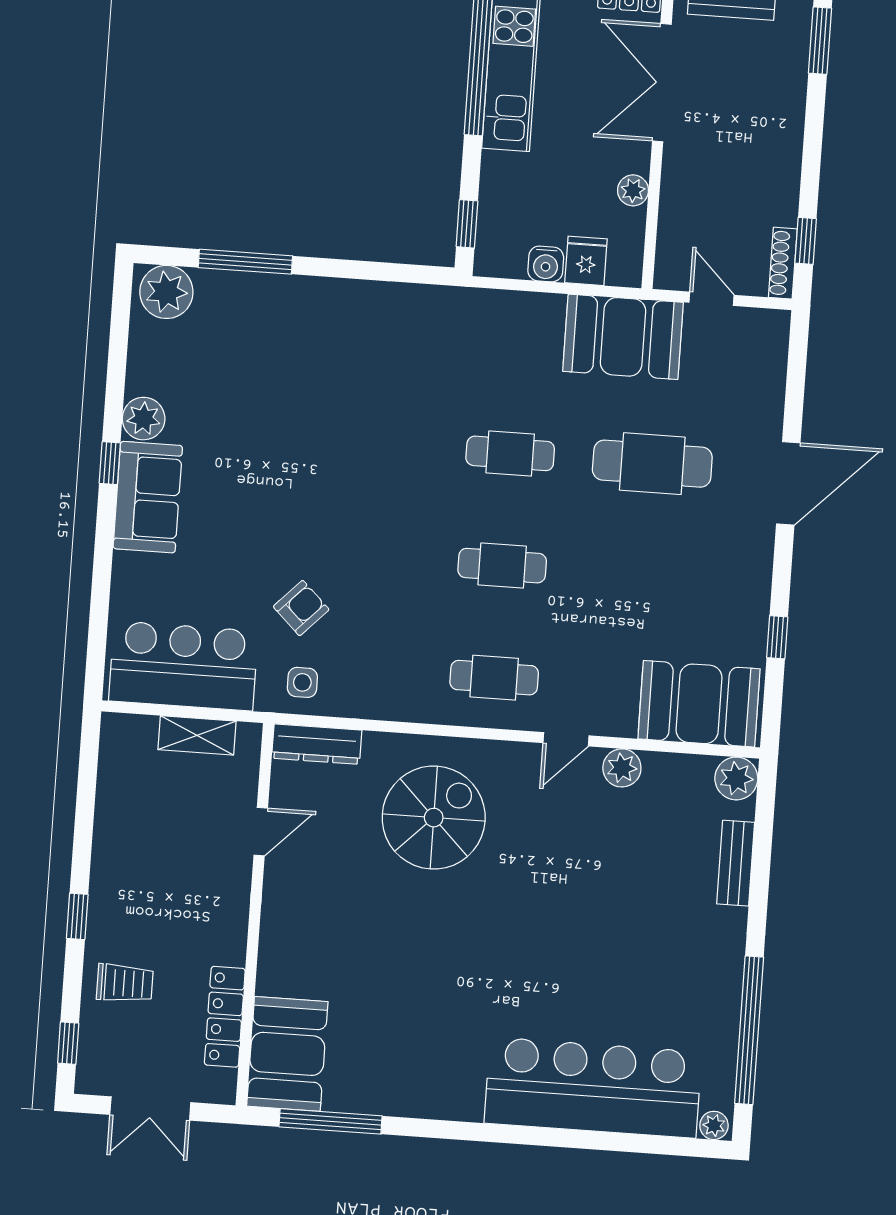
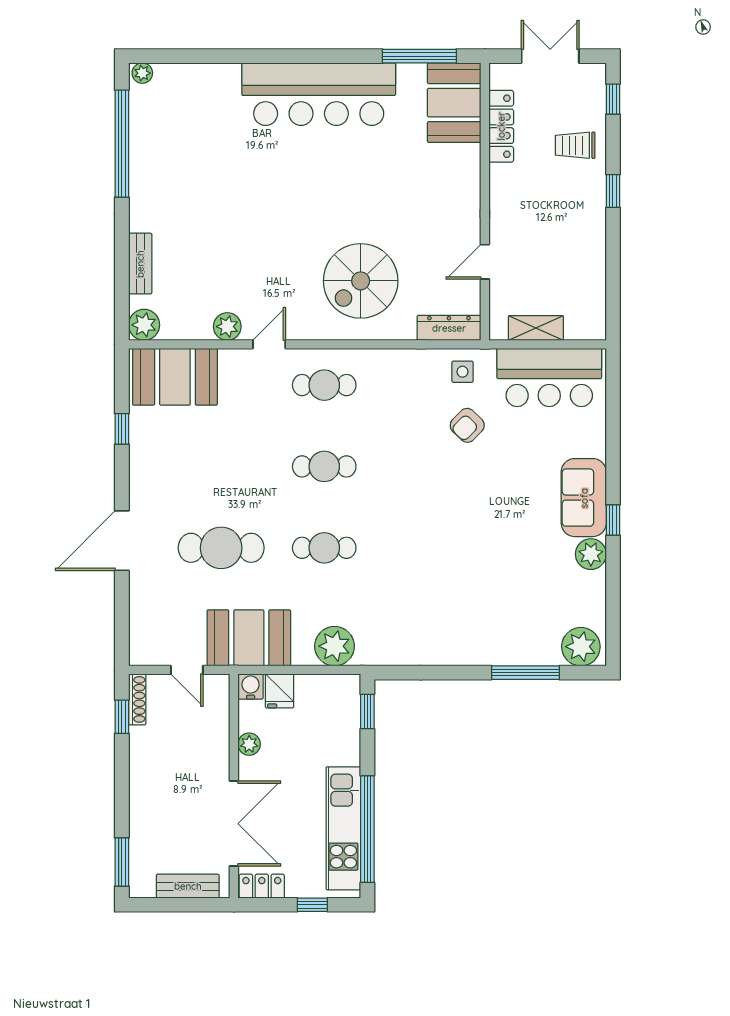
water cooler: (546, 264) -> (251, 687), moved
plant: (506, 317) -> (335, 646), added
bar counter: (593, 1088) -> (319, 94), moved

